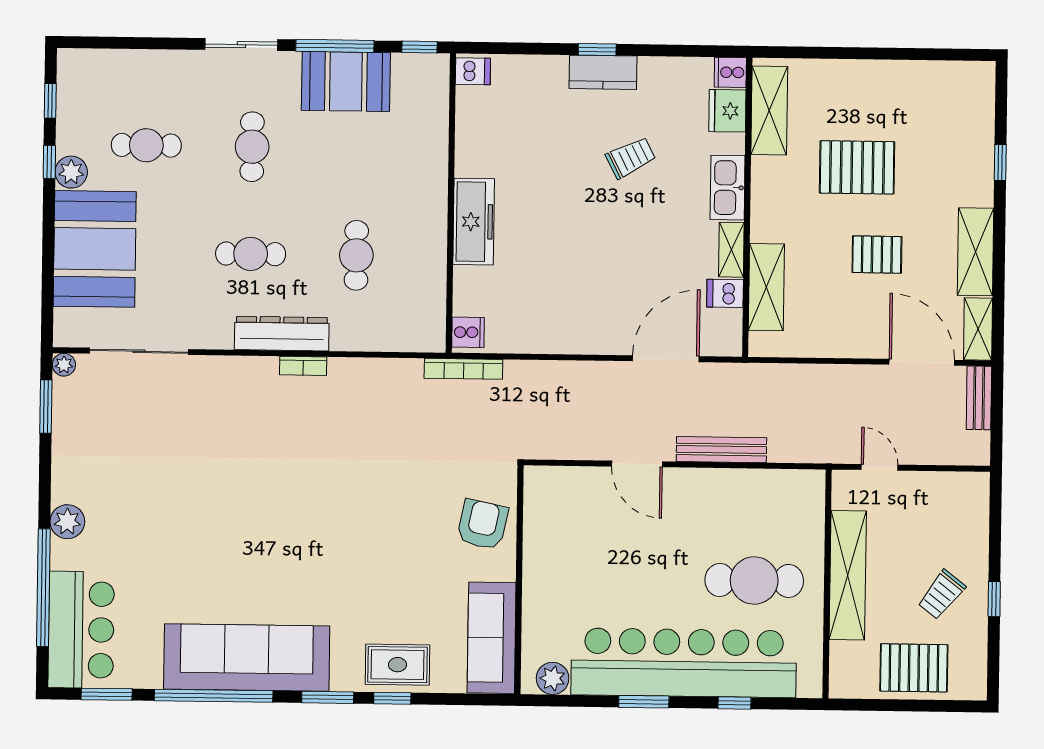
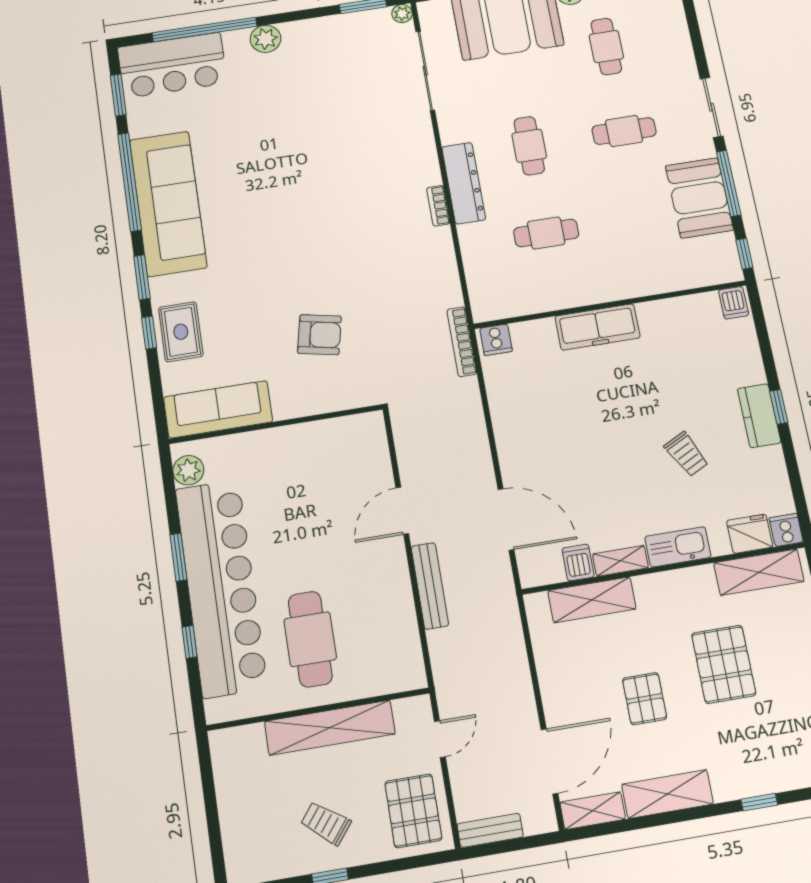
bench: (979, 398) -> (490, 830), moved
armchair: (482, 525) -> (319, 335), moved
pallet: (914, 668) -> (413, 811), moved

